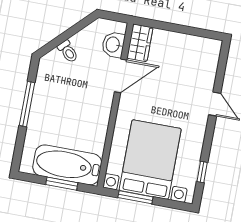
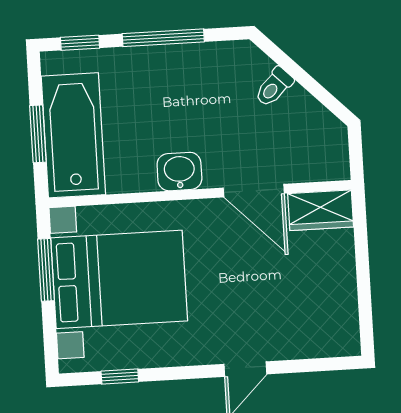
washbasin: (113, 45) -> (179, 172), moved
window: (19, 149) -> (80, 43), added

